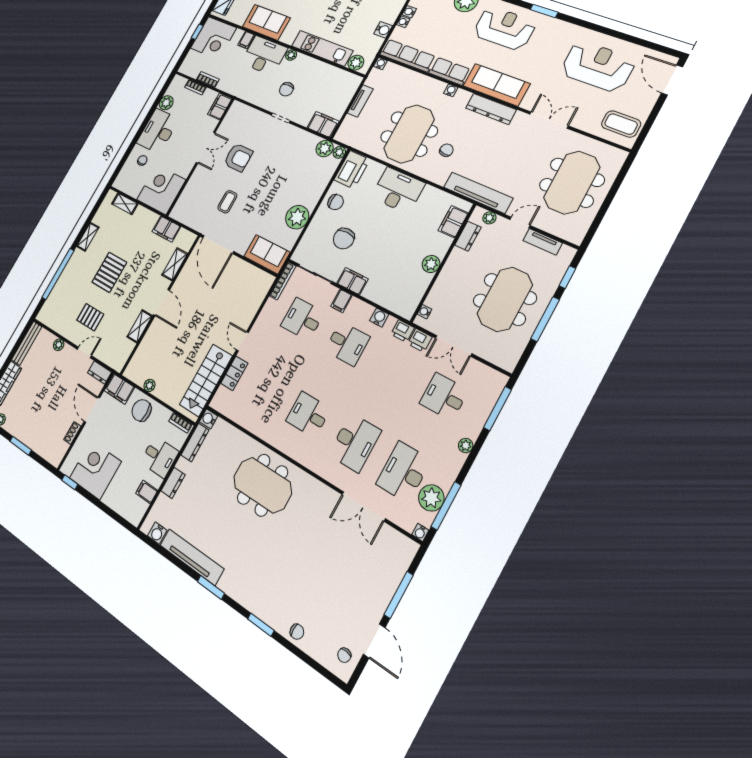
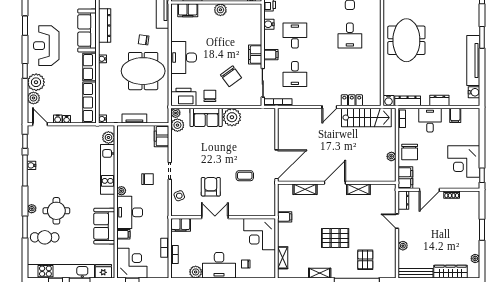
water cooler: (383, 30) -> (78, 131), removed
side table: (249, 118) -> (179, 196), added
filing cabinet: (166, 229) -> (285, 217), width x0.50
chair: (344, 238) -> (231, 76), turned 54
sofa: (267, 254) -> (206, 117), moved, turned -90
pallet: (90, 317) -> (365, 260), moved

